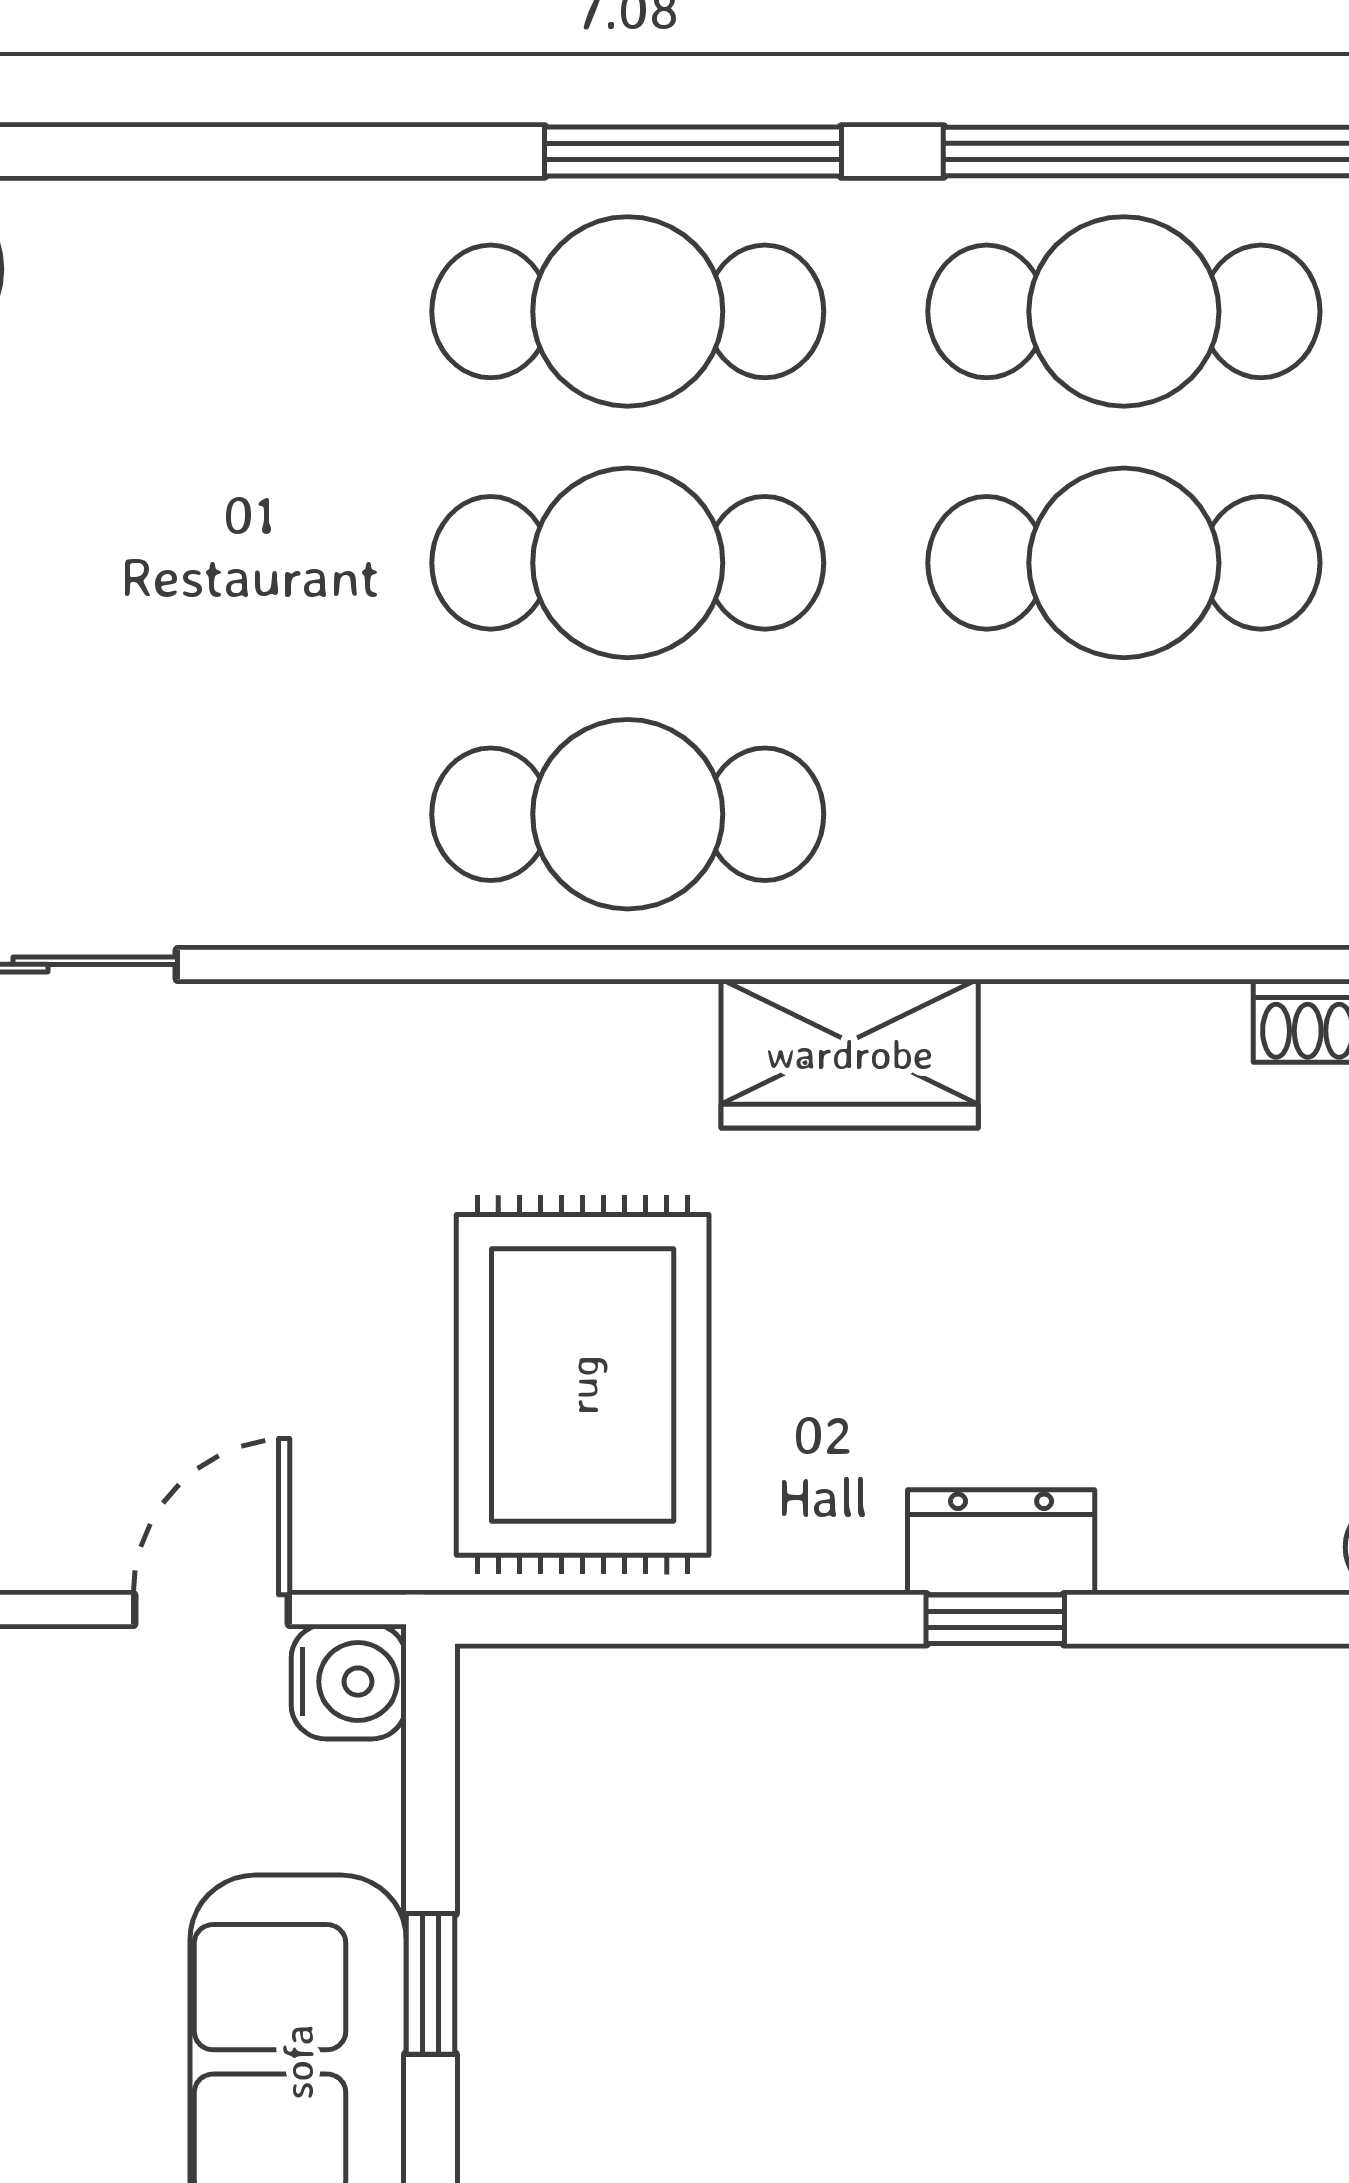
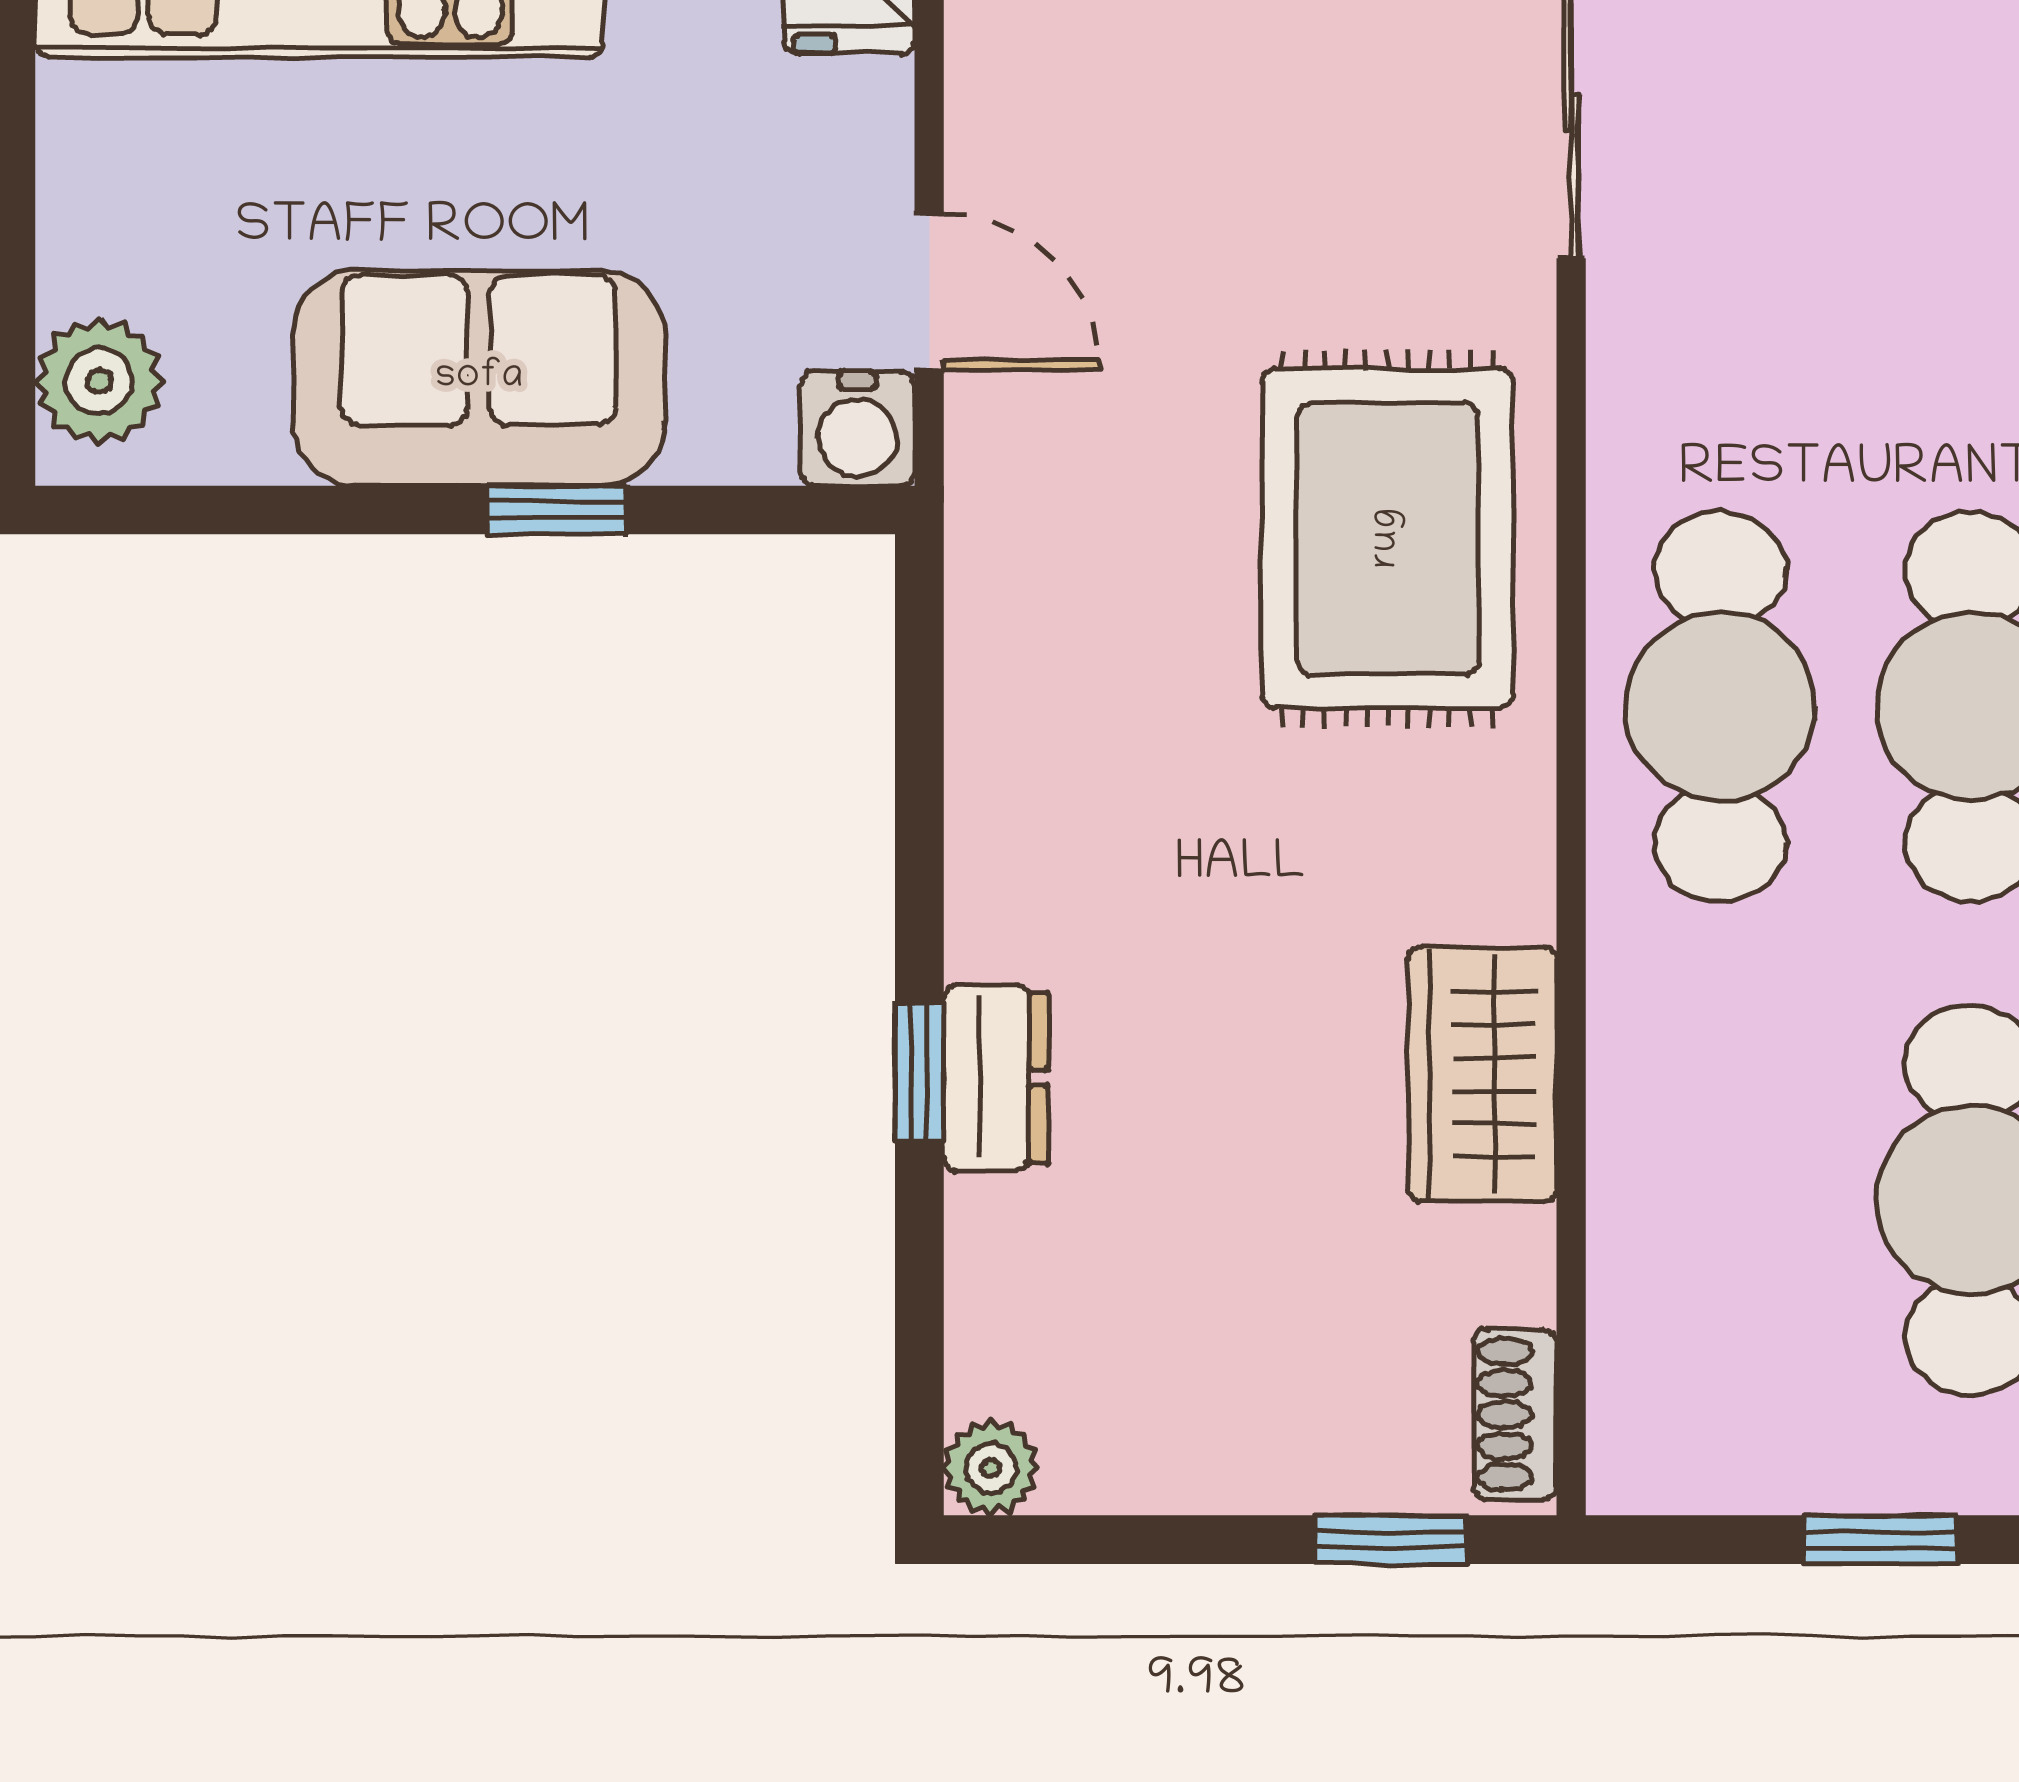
wardrobe: (850, 1054) -> (1482, 1074), moved
rug: (583, 1385) -> (1387, 538), moved, turned 90

